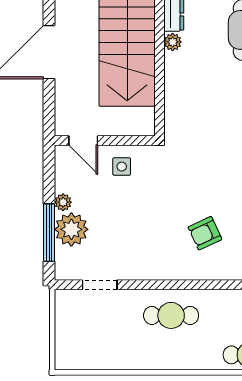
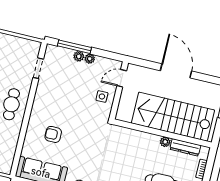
plant: (71, 229) -> (79, 56), width x0.53, depth x0.53
armchair: (205, 233) -> (53, 134), turned -65

